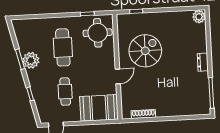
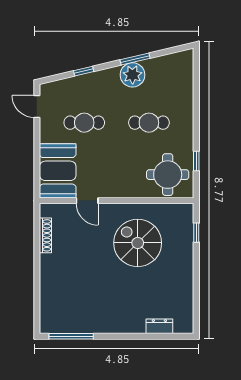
plant: (199, 17) -> (183, 324), removed
cafe table: (63, 47) -> (149, 123), width x0.73, depth x0.74
spiral stairs: (145, 51) -> (138, 243), turned 180
dresser: (203, 62) -> (159, 326), moved
door: (118, 76) -> (87, 201), moved

